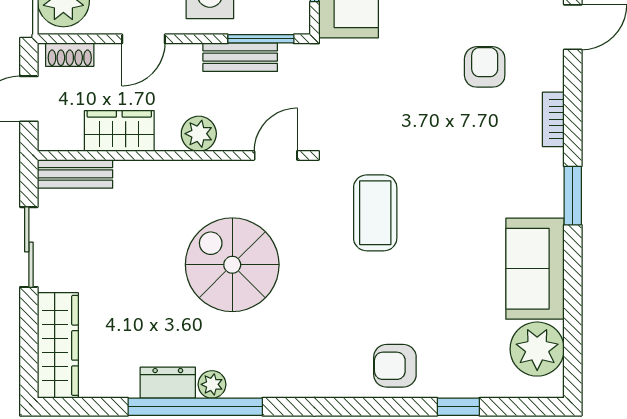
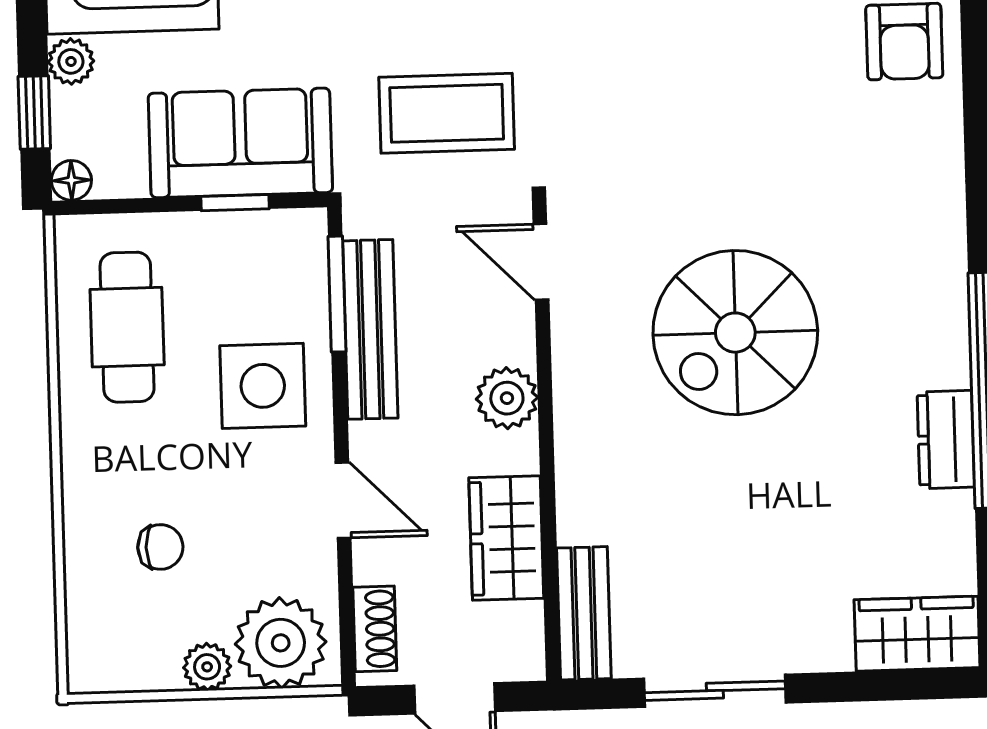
bench: (240, 57) -> (370, 329), width x1.36
coffee table: (375, 213) -> (447, 113), moved
wardrobe: (58, 345) -> (917, 634), width x0.67
plant: (212, 384) -> (947, 362), removed

